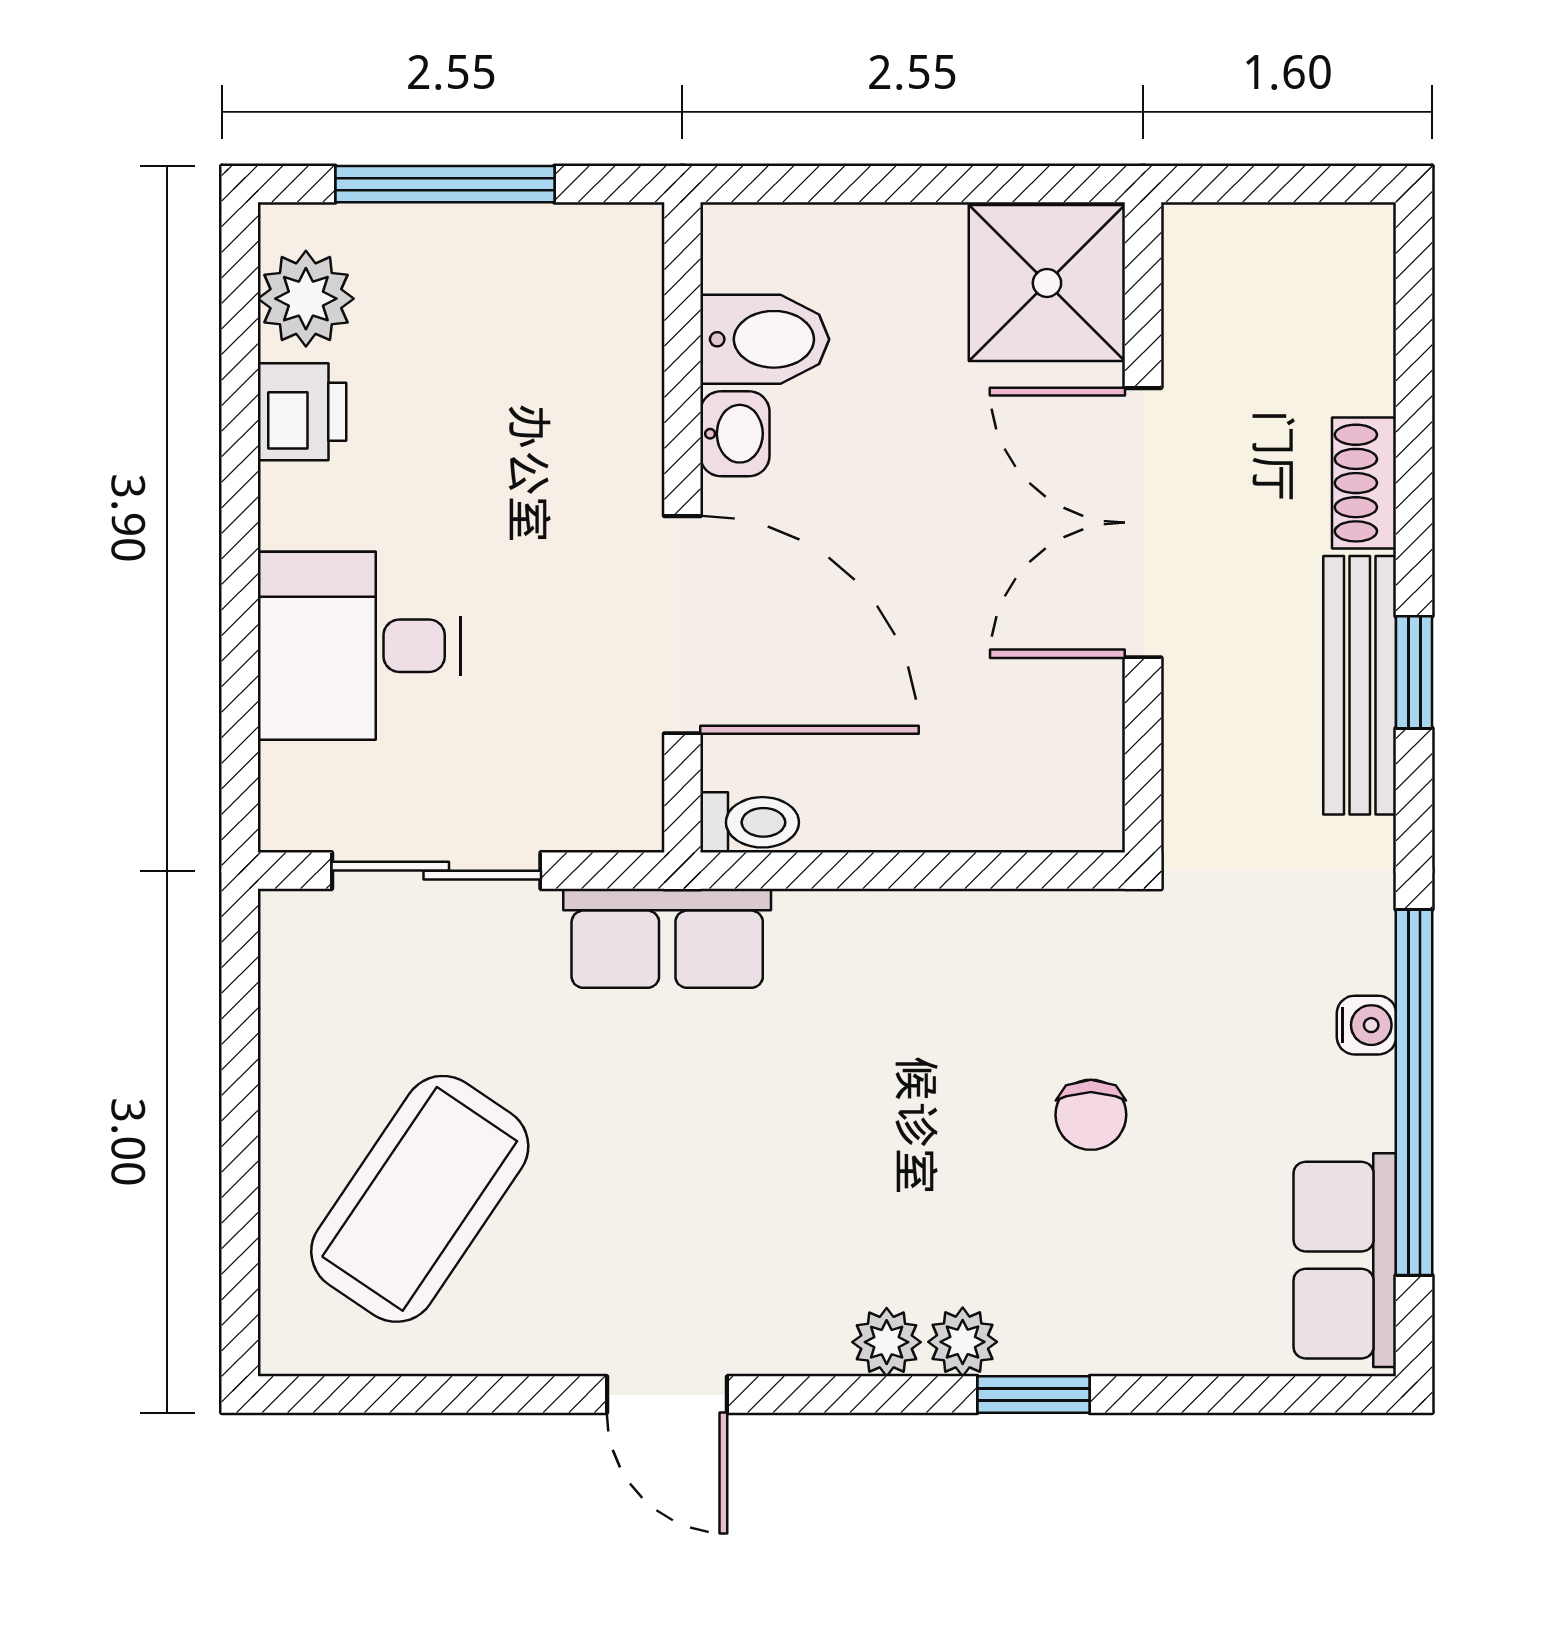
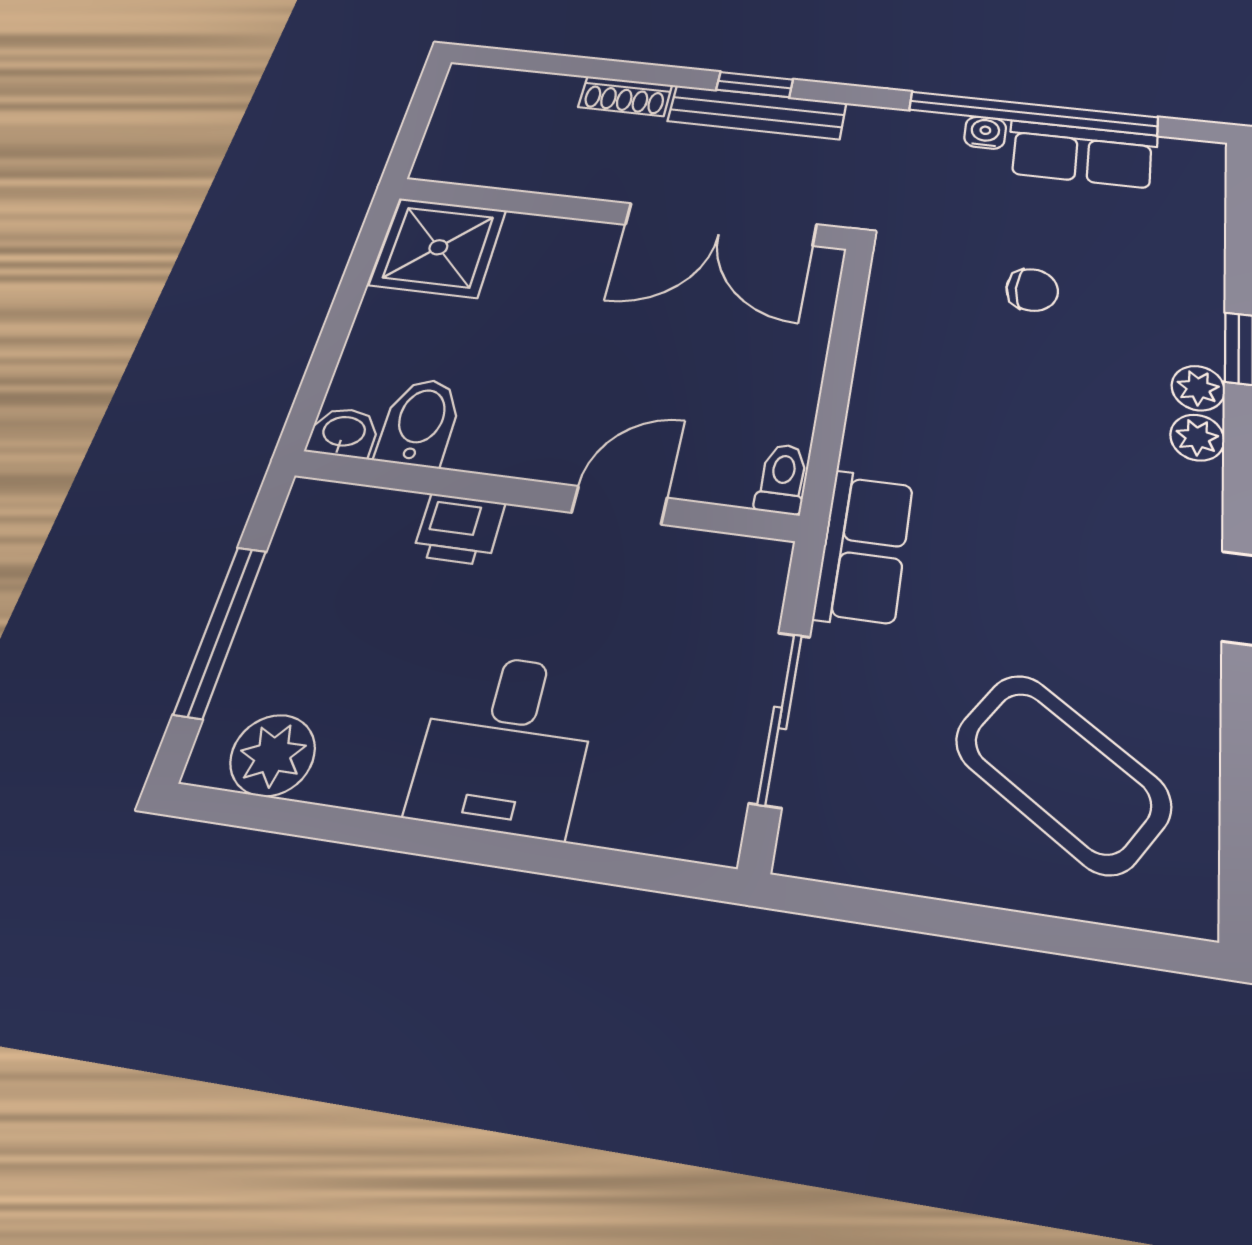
printer: (302, 412) -> (459, 529), moved, turned 180
washbasin: (735, 434) -> (344, 433), moved
double door: (1143, 523) -> (721, 224), moved
door: (682, 625) -> (619, 505), width x0.53
desk: (359, 646) -> (506, 743), moved
row of seats: (1345, 1260) -> (1082, 154), moved

